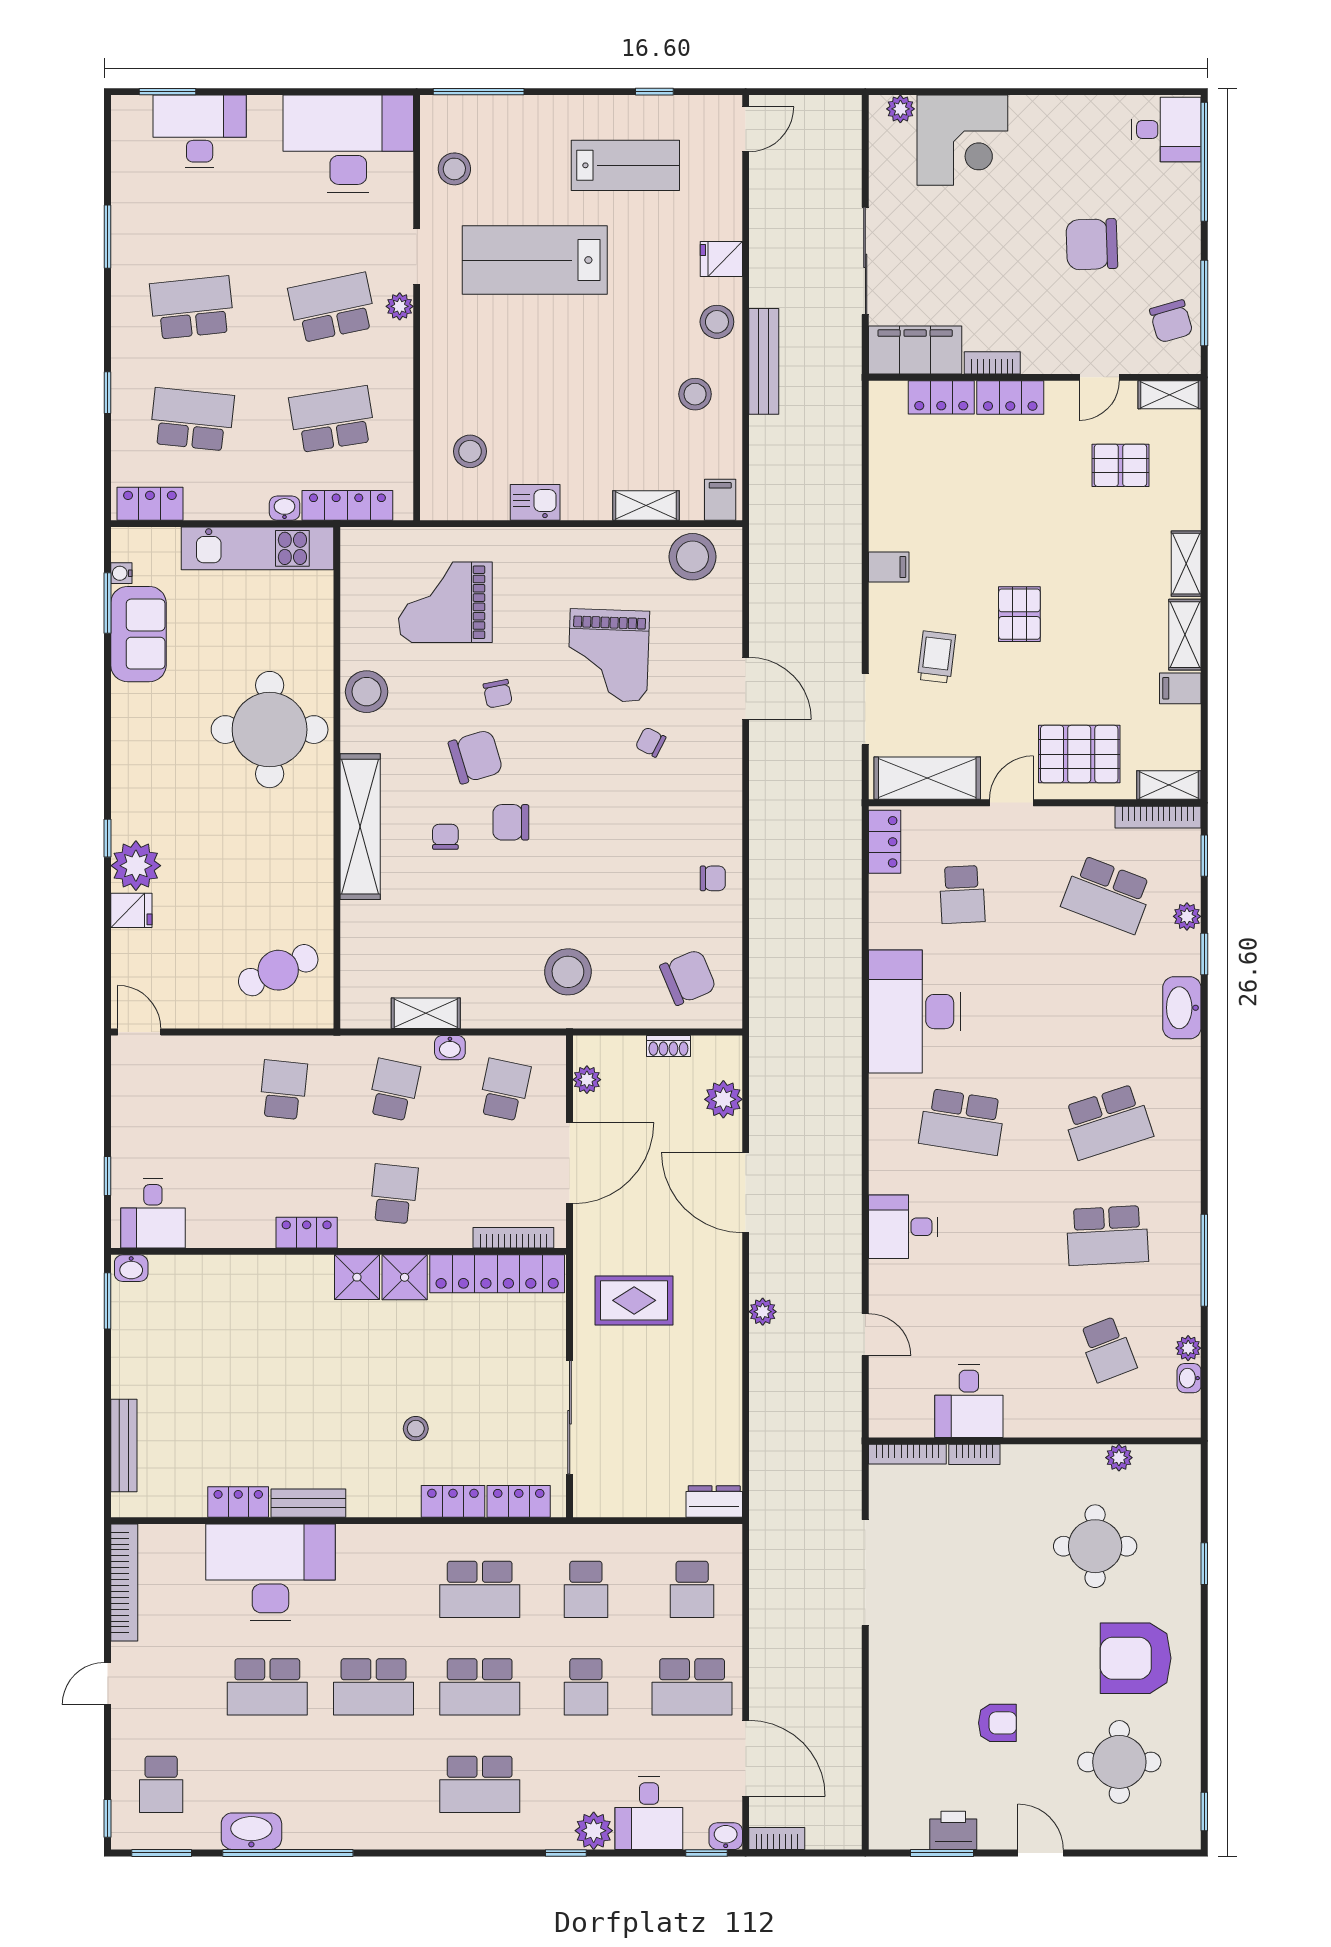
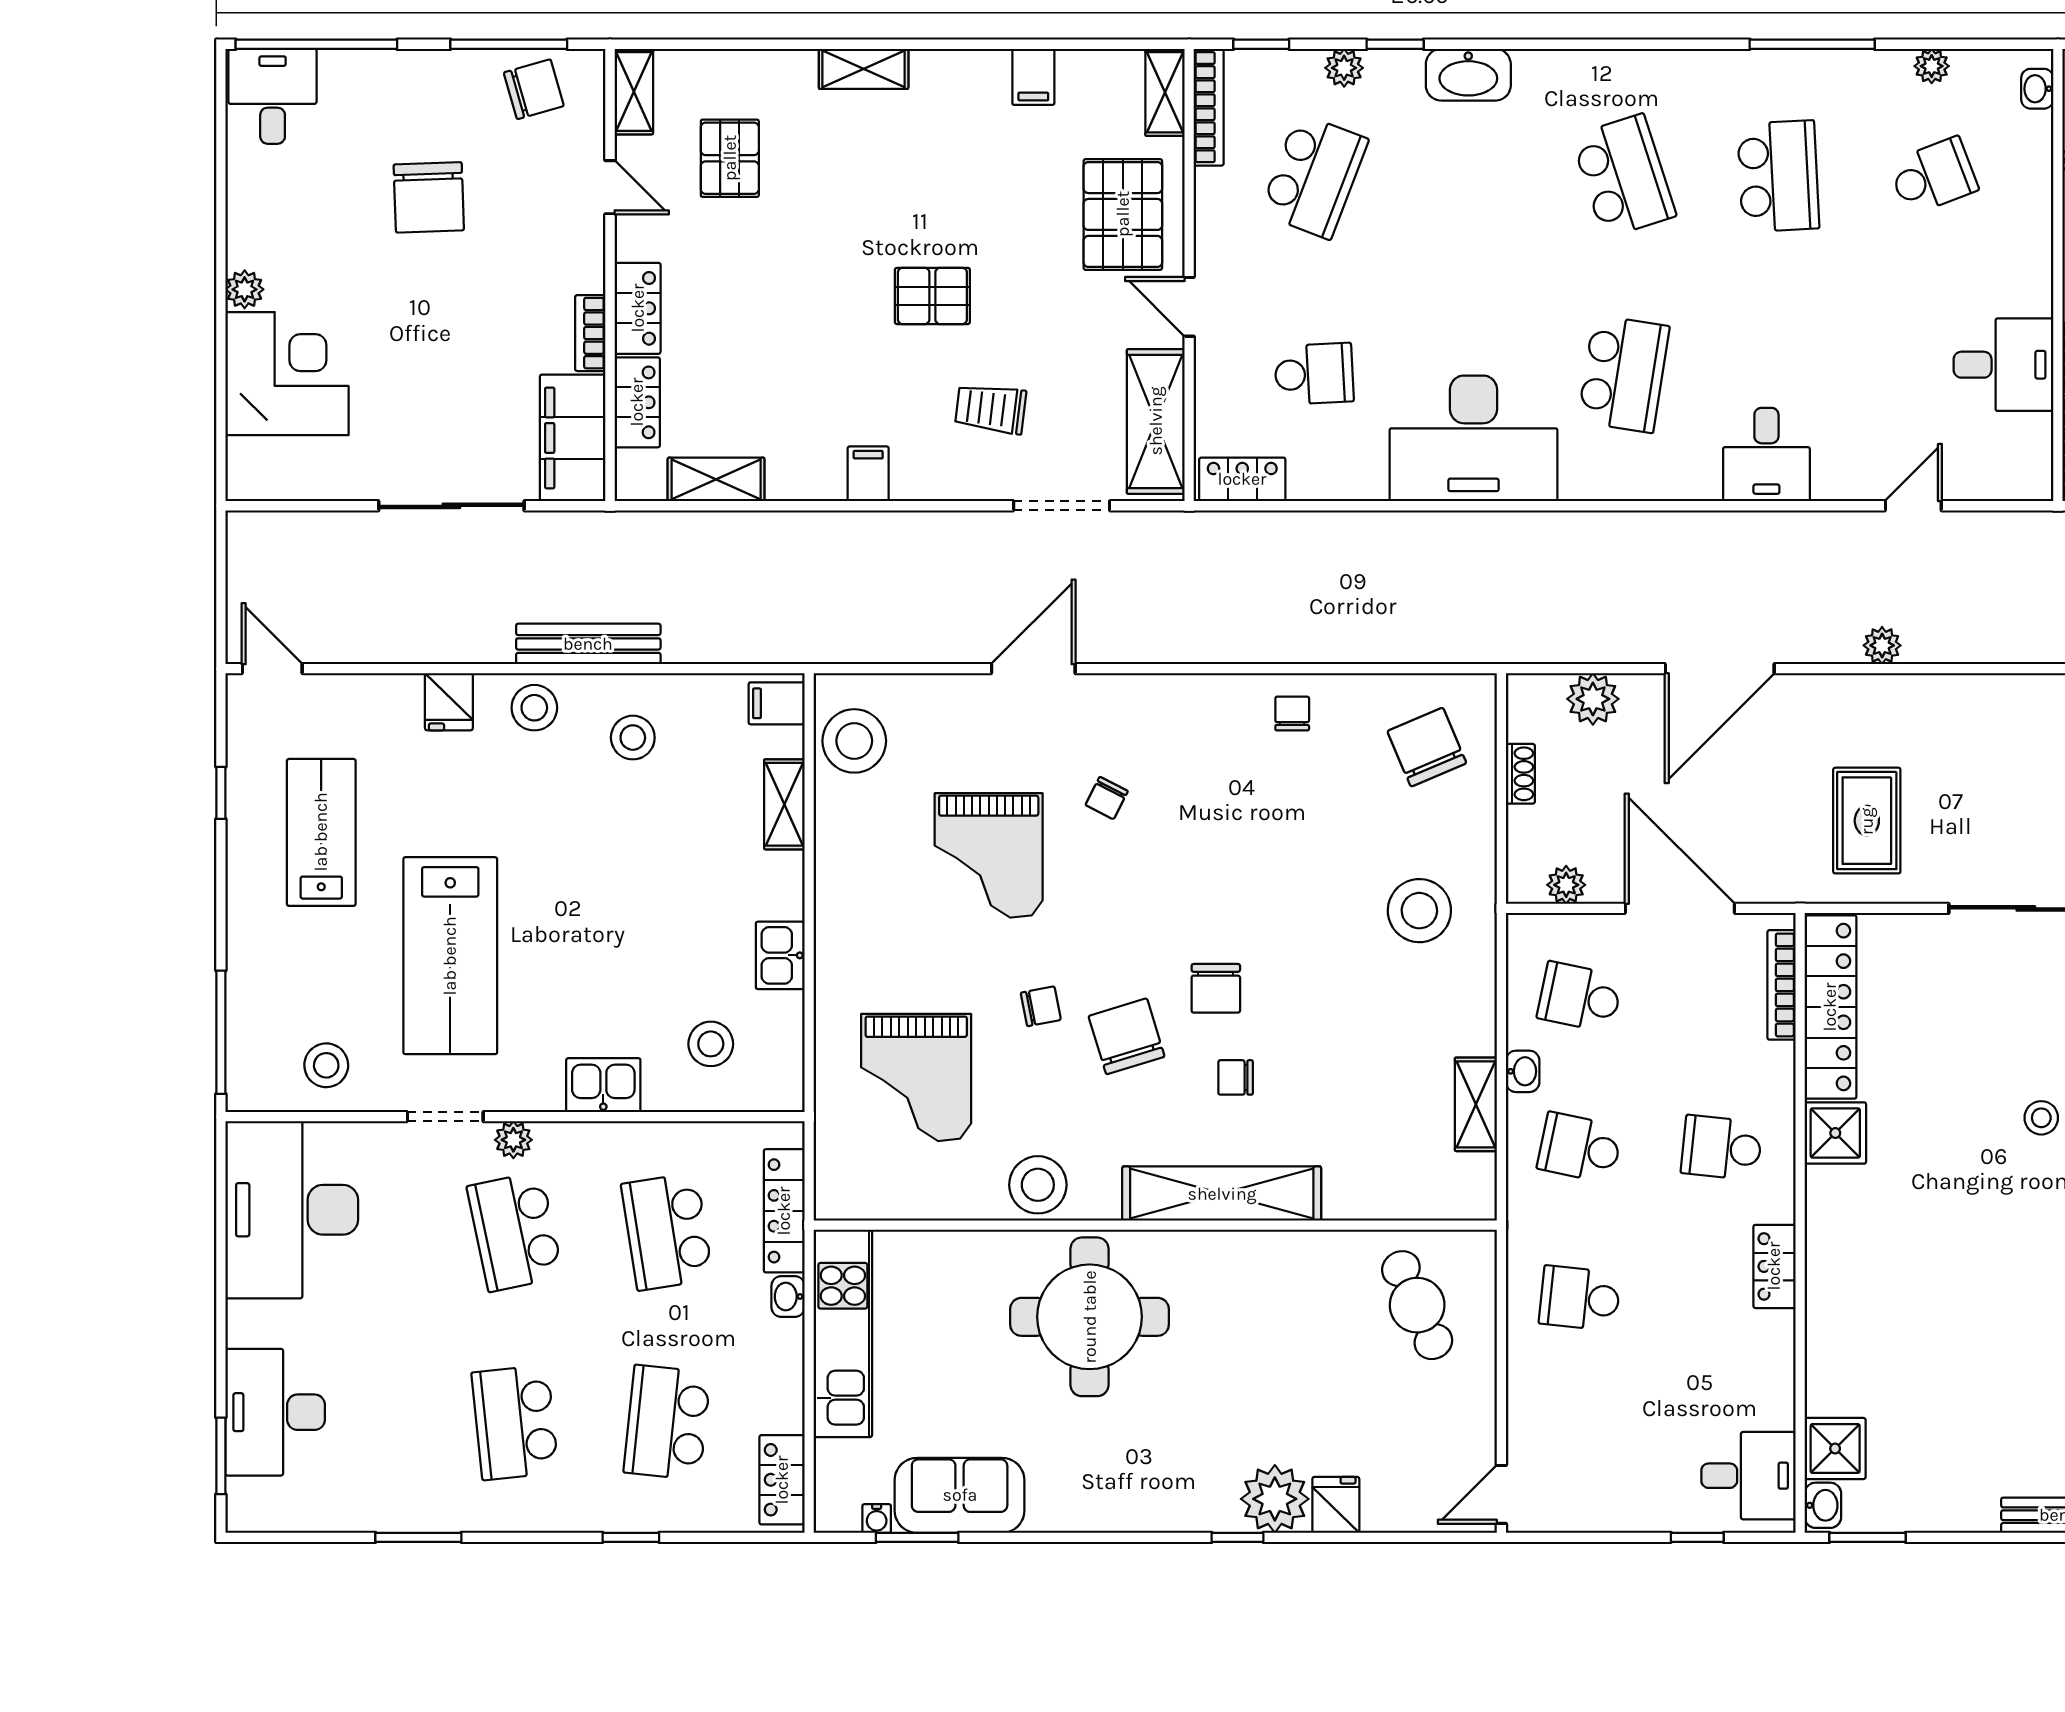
plant: (900, 109) -> (245, 289), moved
kitchen sink: (440, 372) -> (603, 1085), added
shelving: (1185, 635) -> (716, 479), moved
grand piano: (608, 655) -> (989, 855), turned 88
shower: (357, 1277) -> (1835, 1449), moved
washbasin: (1189, 1378) -> (2037, 89), moved, turned 90

